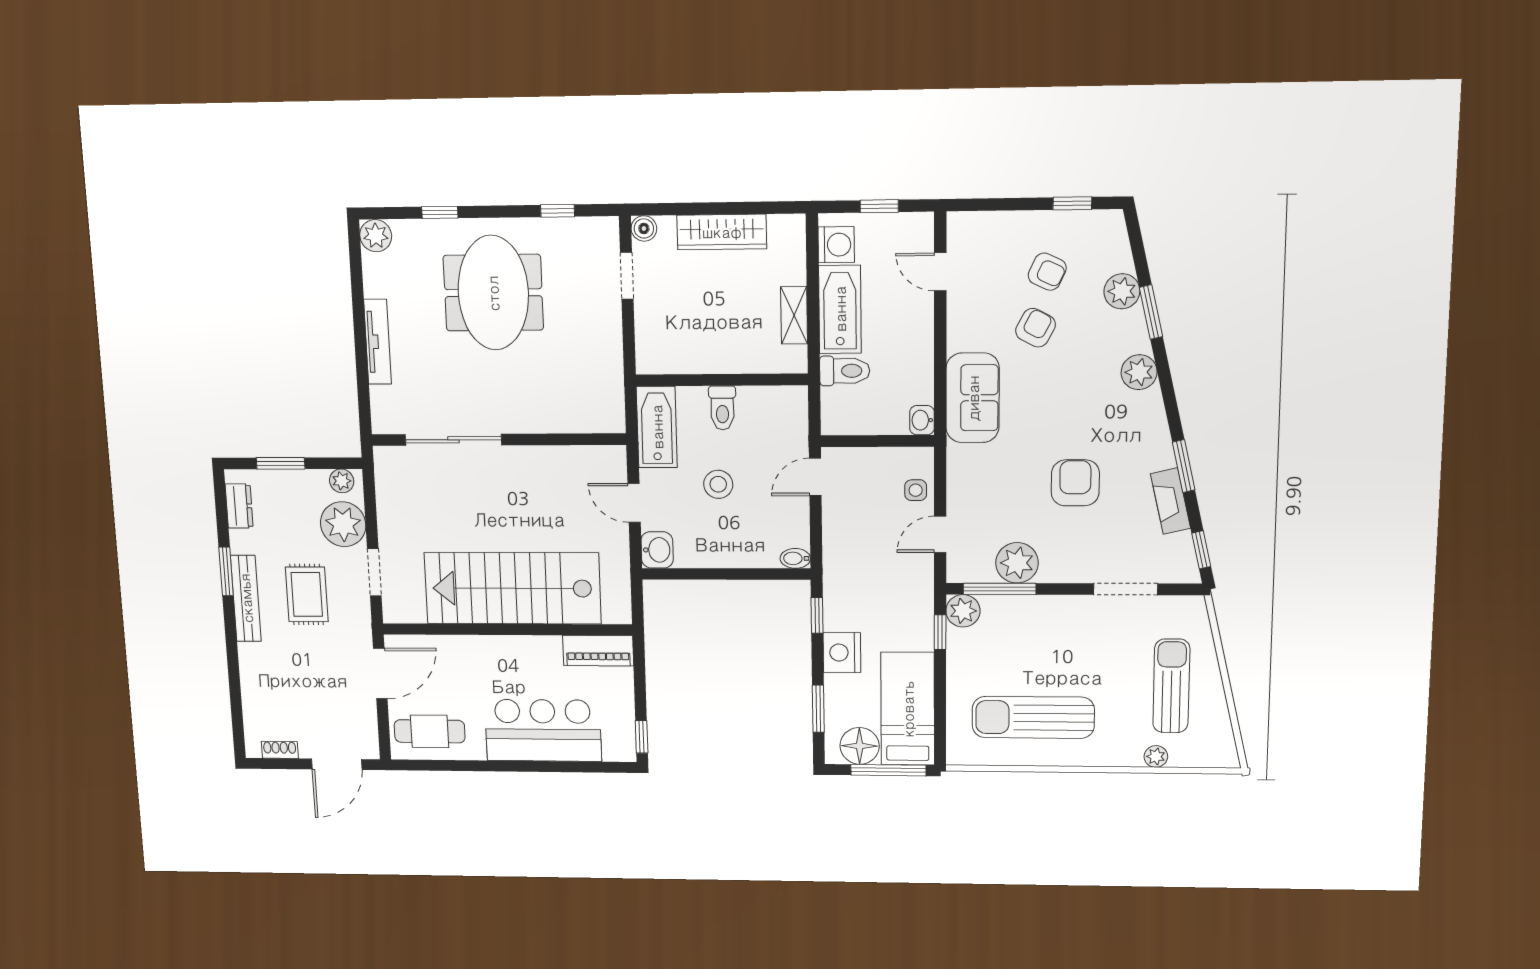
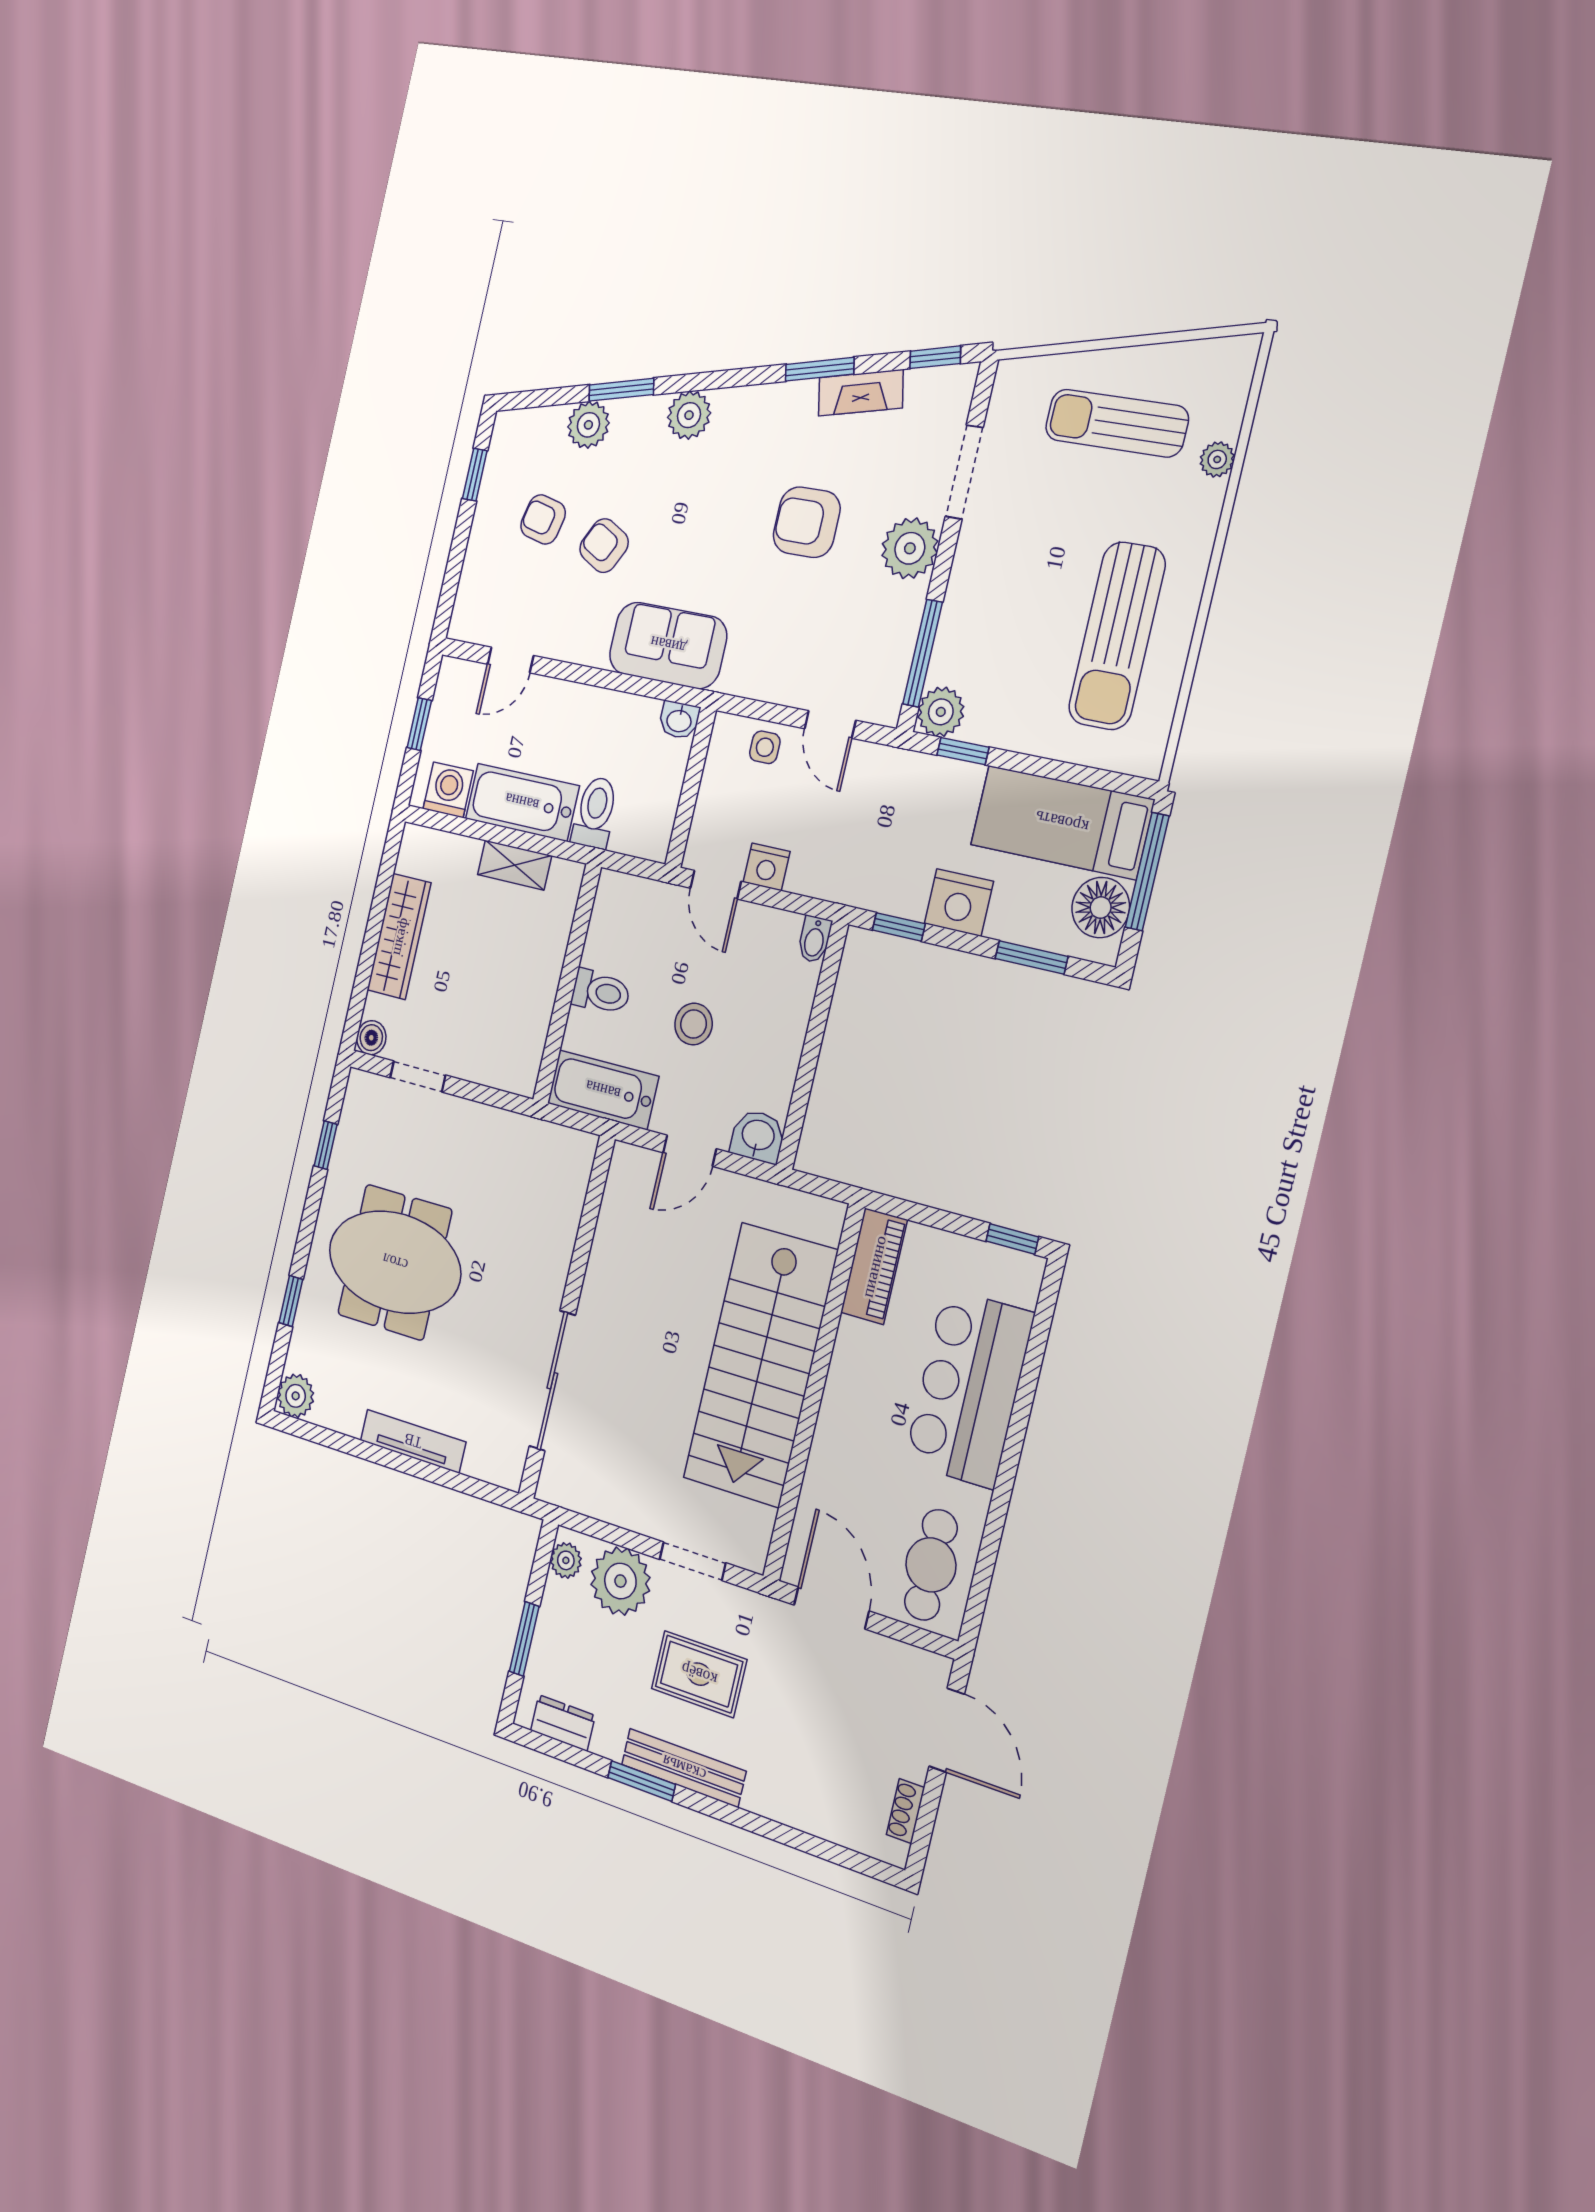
armchair: (1047, 272) -> (543, 519), turned -102
nightstand: (835, 512) -> (767, 867), added
plant: (1017, 563) -> (910, 548), moved

